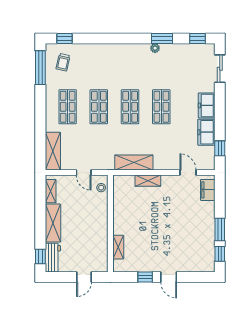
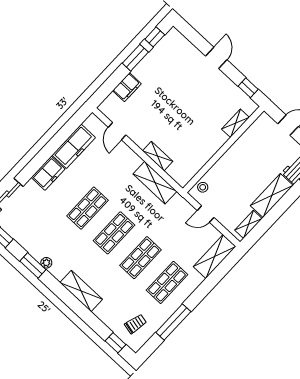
shelving: (117, 51) -> (81, 291), added
window: (40, 68) -> (173, 322), moved
freezer: (206, 132) -> (74, 146), width x1.40
window: (220, 148) -> (71, 127), removed
door: (84, 172) -> (206, 214), swing flipped
filing cabinet: (208, 190) -> (127, 87), moved
window: (145, 277) -> (248, 88), moved

